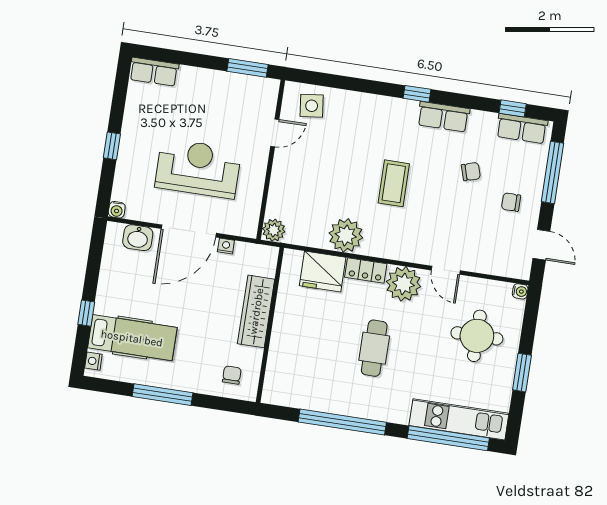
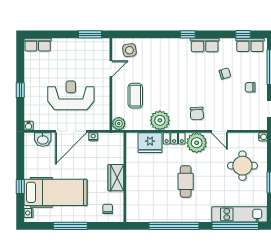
coffee table: (394, 183) -> (135, 96), moved
chair: (412, 233) -> (197, 114), added
wardrobe: (256, 311) -> (116, 178), width x0.67
hospital bed: (132, 338) -> (55, 192), width x1.37, depth x1.29

